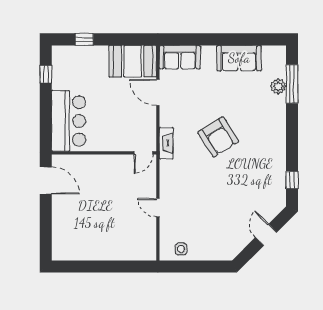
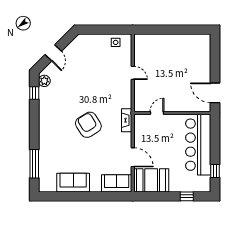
plant: (278, 86) -> (44, 81), moved
bar counter: (69, 121) -> (198, 145), width x1.36
door: (143, 153) -> (157, 113), moved

